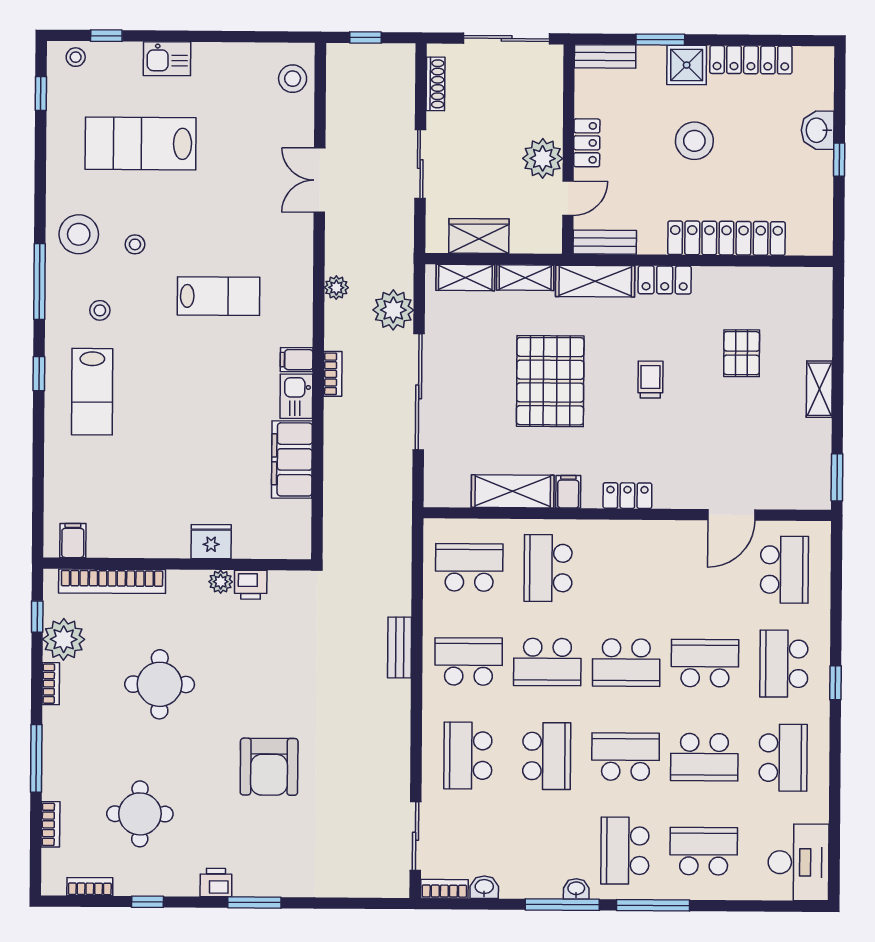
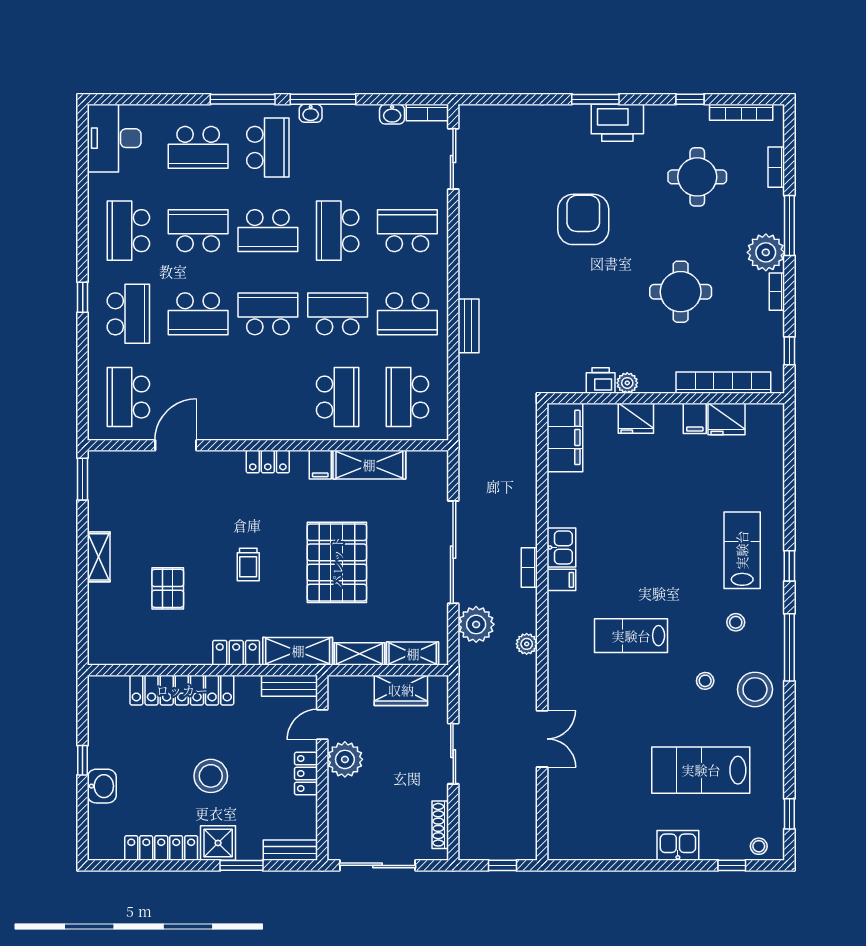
stool: (293, 79) -> (567, 829), removed
lab bench: (141, 144) -> (701, 770), turned 180
filing cabinet: (292, 459) -> (565, 437), moved
fridge: (109, 540) -> (727, 419), added
filing cabinet: (73, 541) -> (695, 418), moved
school desk: (469, 567) -> (407, 397), turned 90
plant: (64, 639) -> (766, 252), moved
school desk: (468, 756) -> (407, 231), turned -90
printer: (216, 882) -> (617, 123), width x1.87, depth x1.48
bookcase: (90, 887) -> (741, 112), width x1.56

